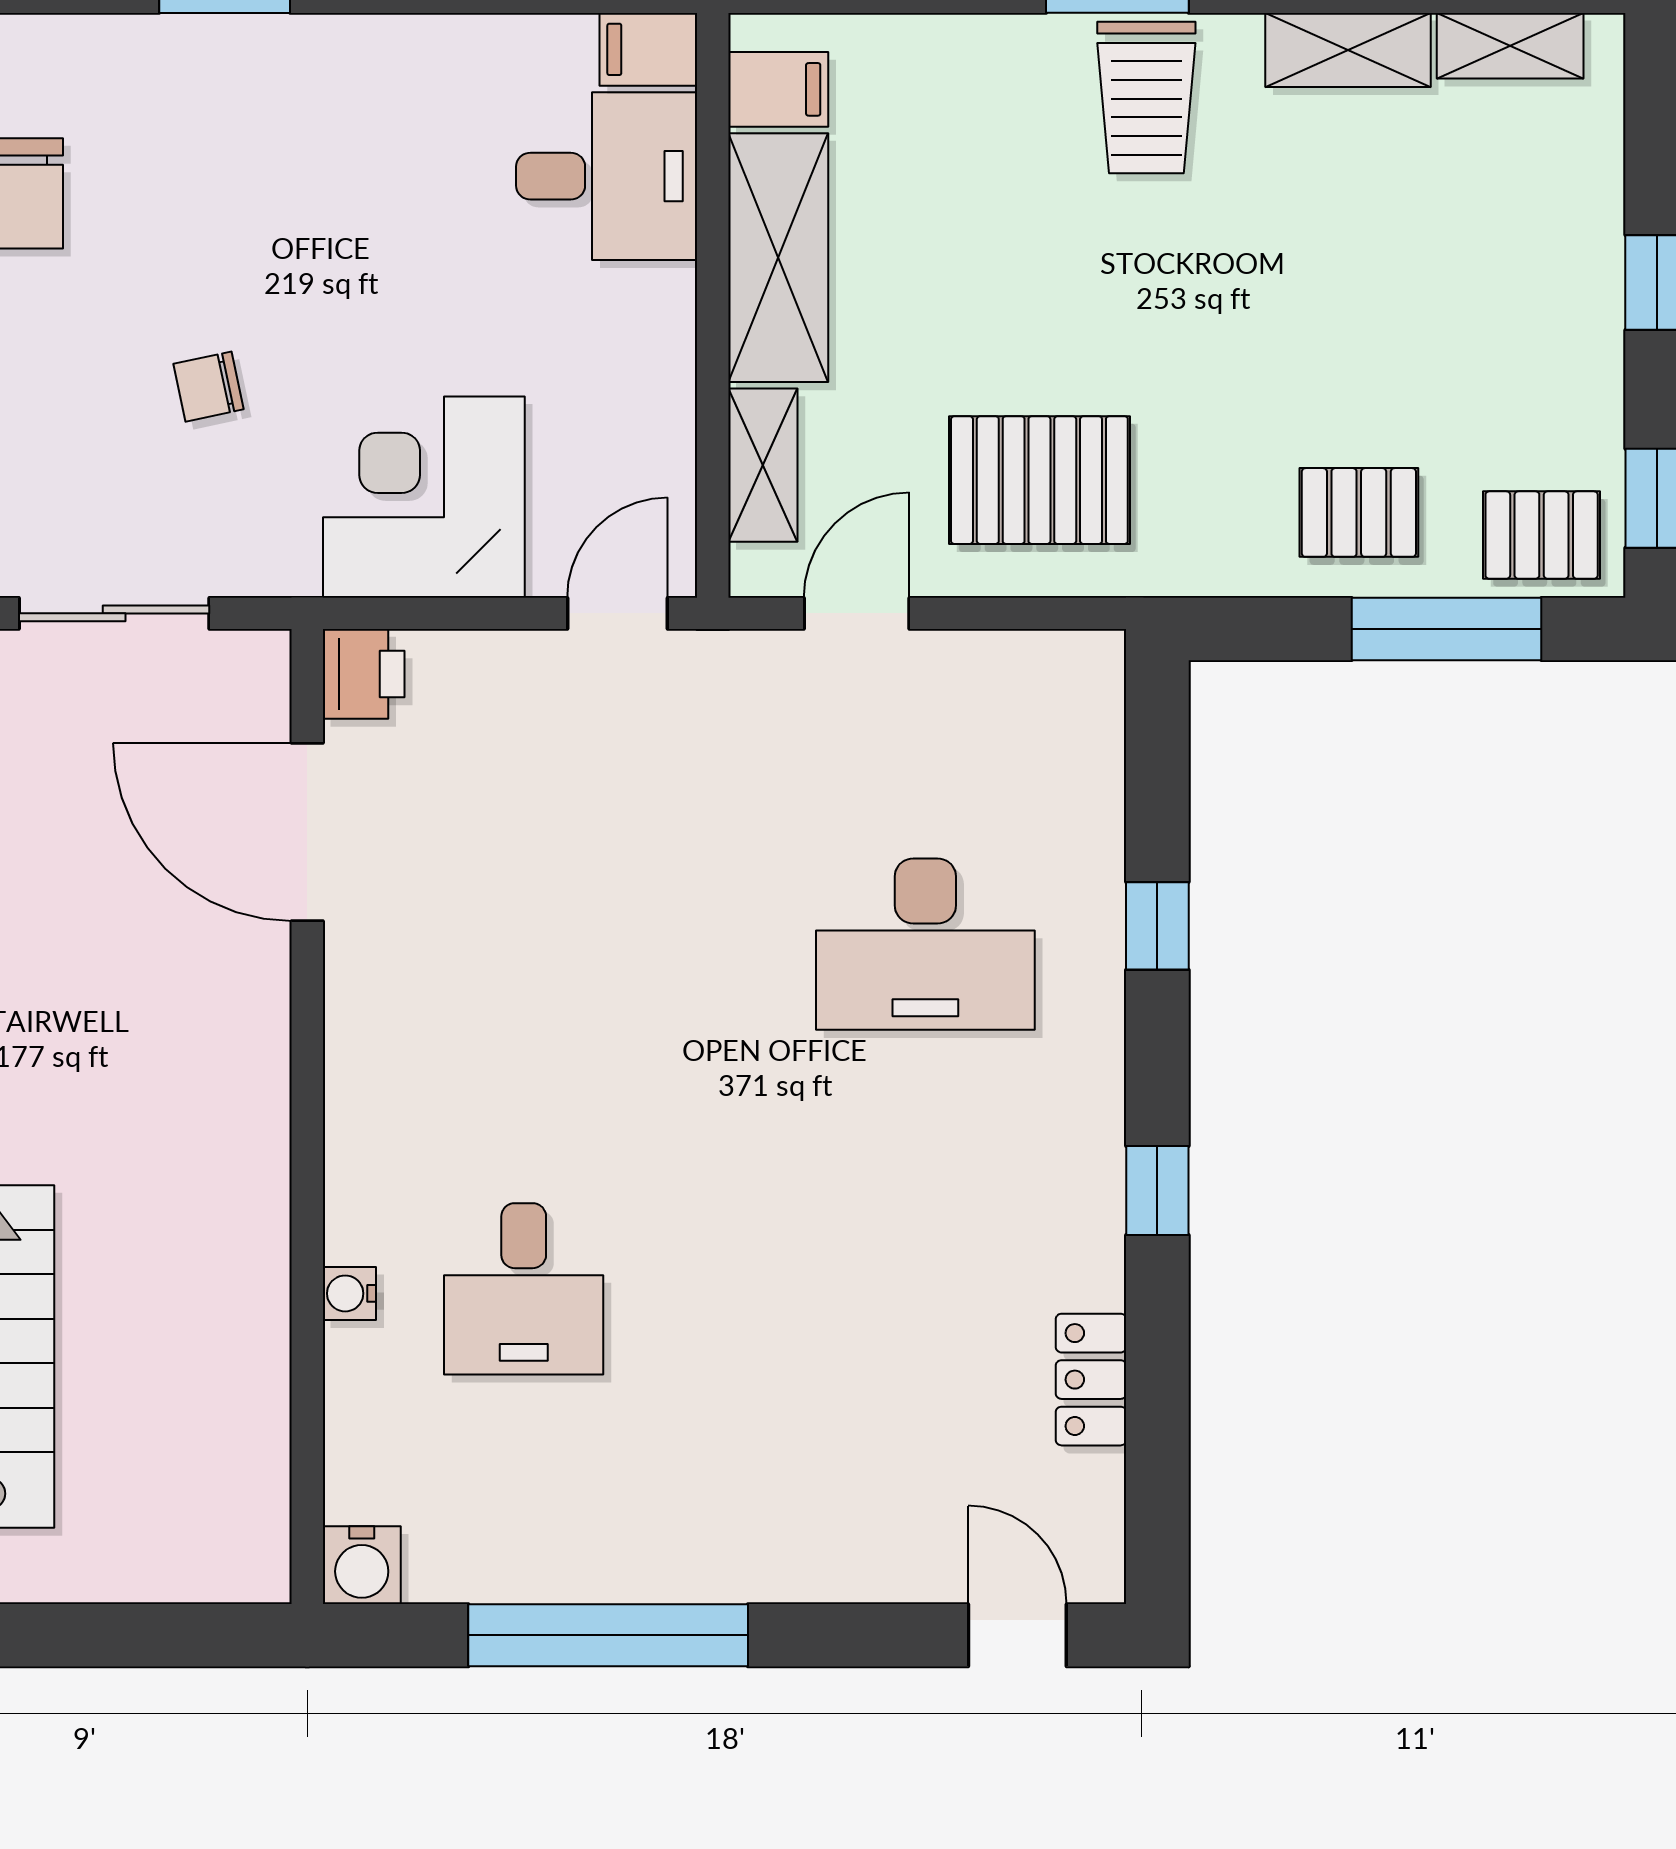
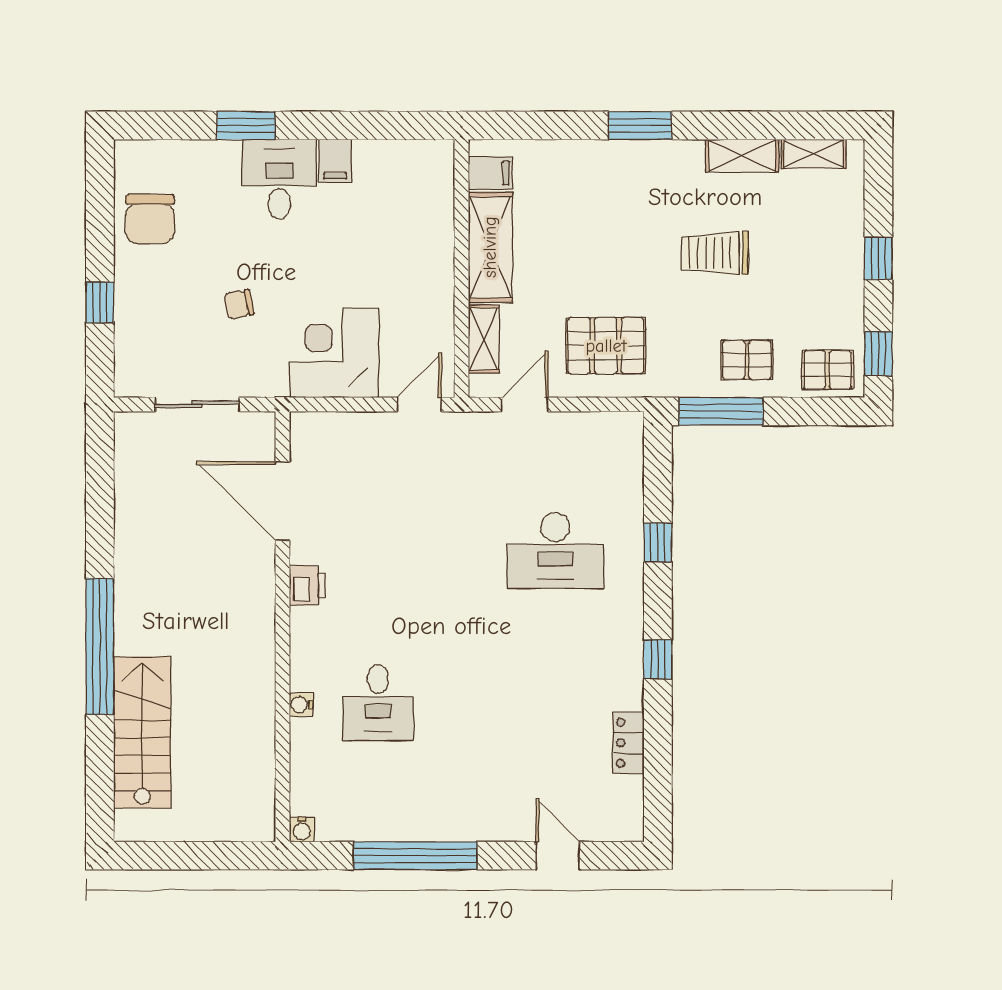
filing cabinet: (648, 49) -> (335, 161), moved, turned -90
trolley: (1146, 97) -> (715, 253), moved, turned 90
desk: (607, 176) -> (279, 179), moved, turned -90
window: (1447, 629) -> (721, 411), moved
printer: (364, 674) -> (307, 586), moved
water cooler: (362, 1565) -> (302, 829), width x0.72, depth x0.72
door: (1017, 1635) -> (558, 856), moved

